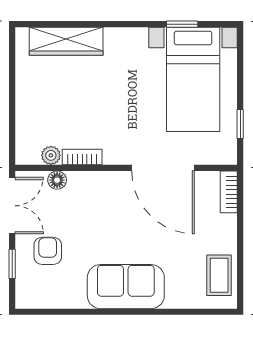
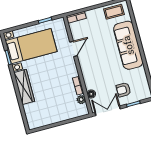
wardrobe: (66, 41) -> (24, 87), moved
door: (163, 168) -> (73, 49), width x0.53
sofa: (126, 287) -> (128, 45), width x1.36

